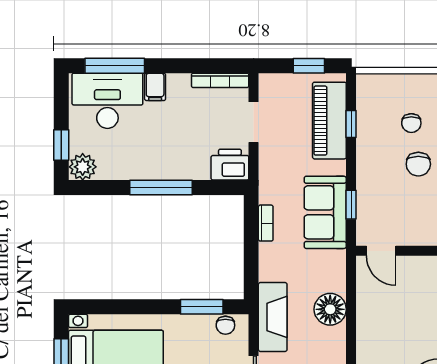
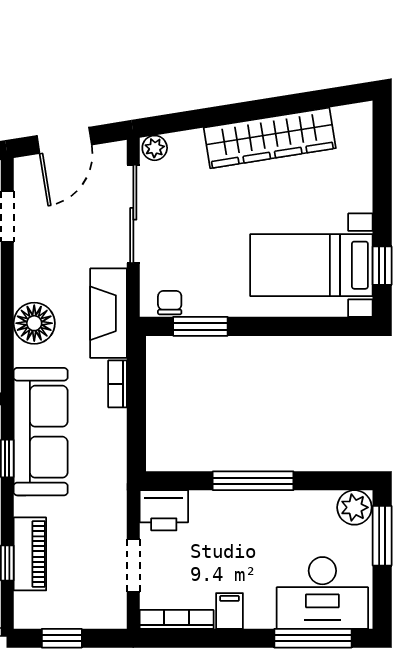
filing cabinet: (155, 87) -> (229, 611), moved
piano: (329, 121) -> (30, 554), width x0.73, depth x0.75
window: (61, 145) -> (382, 536), width x1.50
sofa: (325, 212) -> (41, 432), width x1.36
bookcase: (266, 223) -> (118, 384), moved

